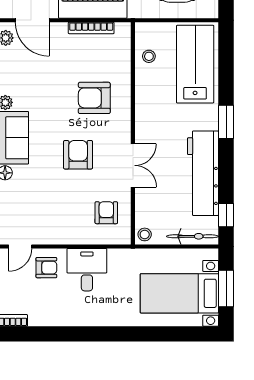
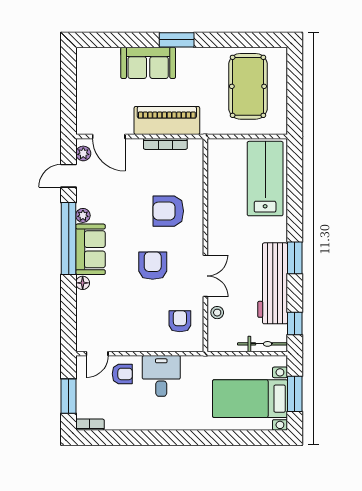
stool: (149, 56) -> (221, 171), removed
window: (226, 122) -> (295, 258), moved
stool: (145, 234) -> (217, 313), moved

